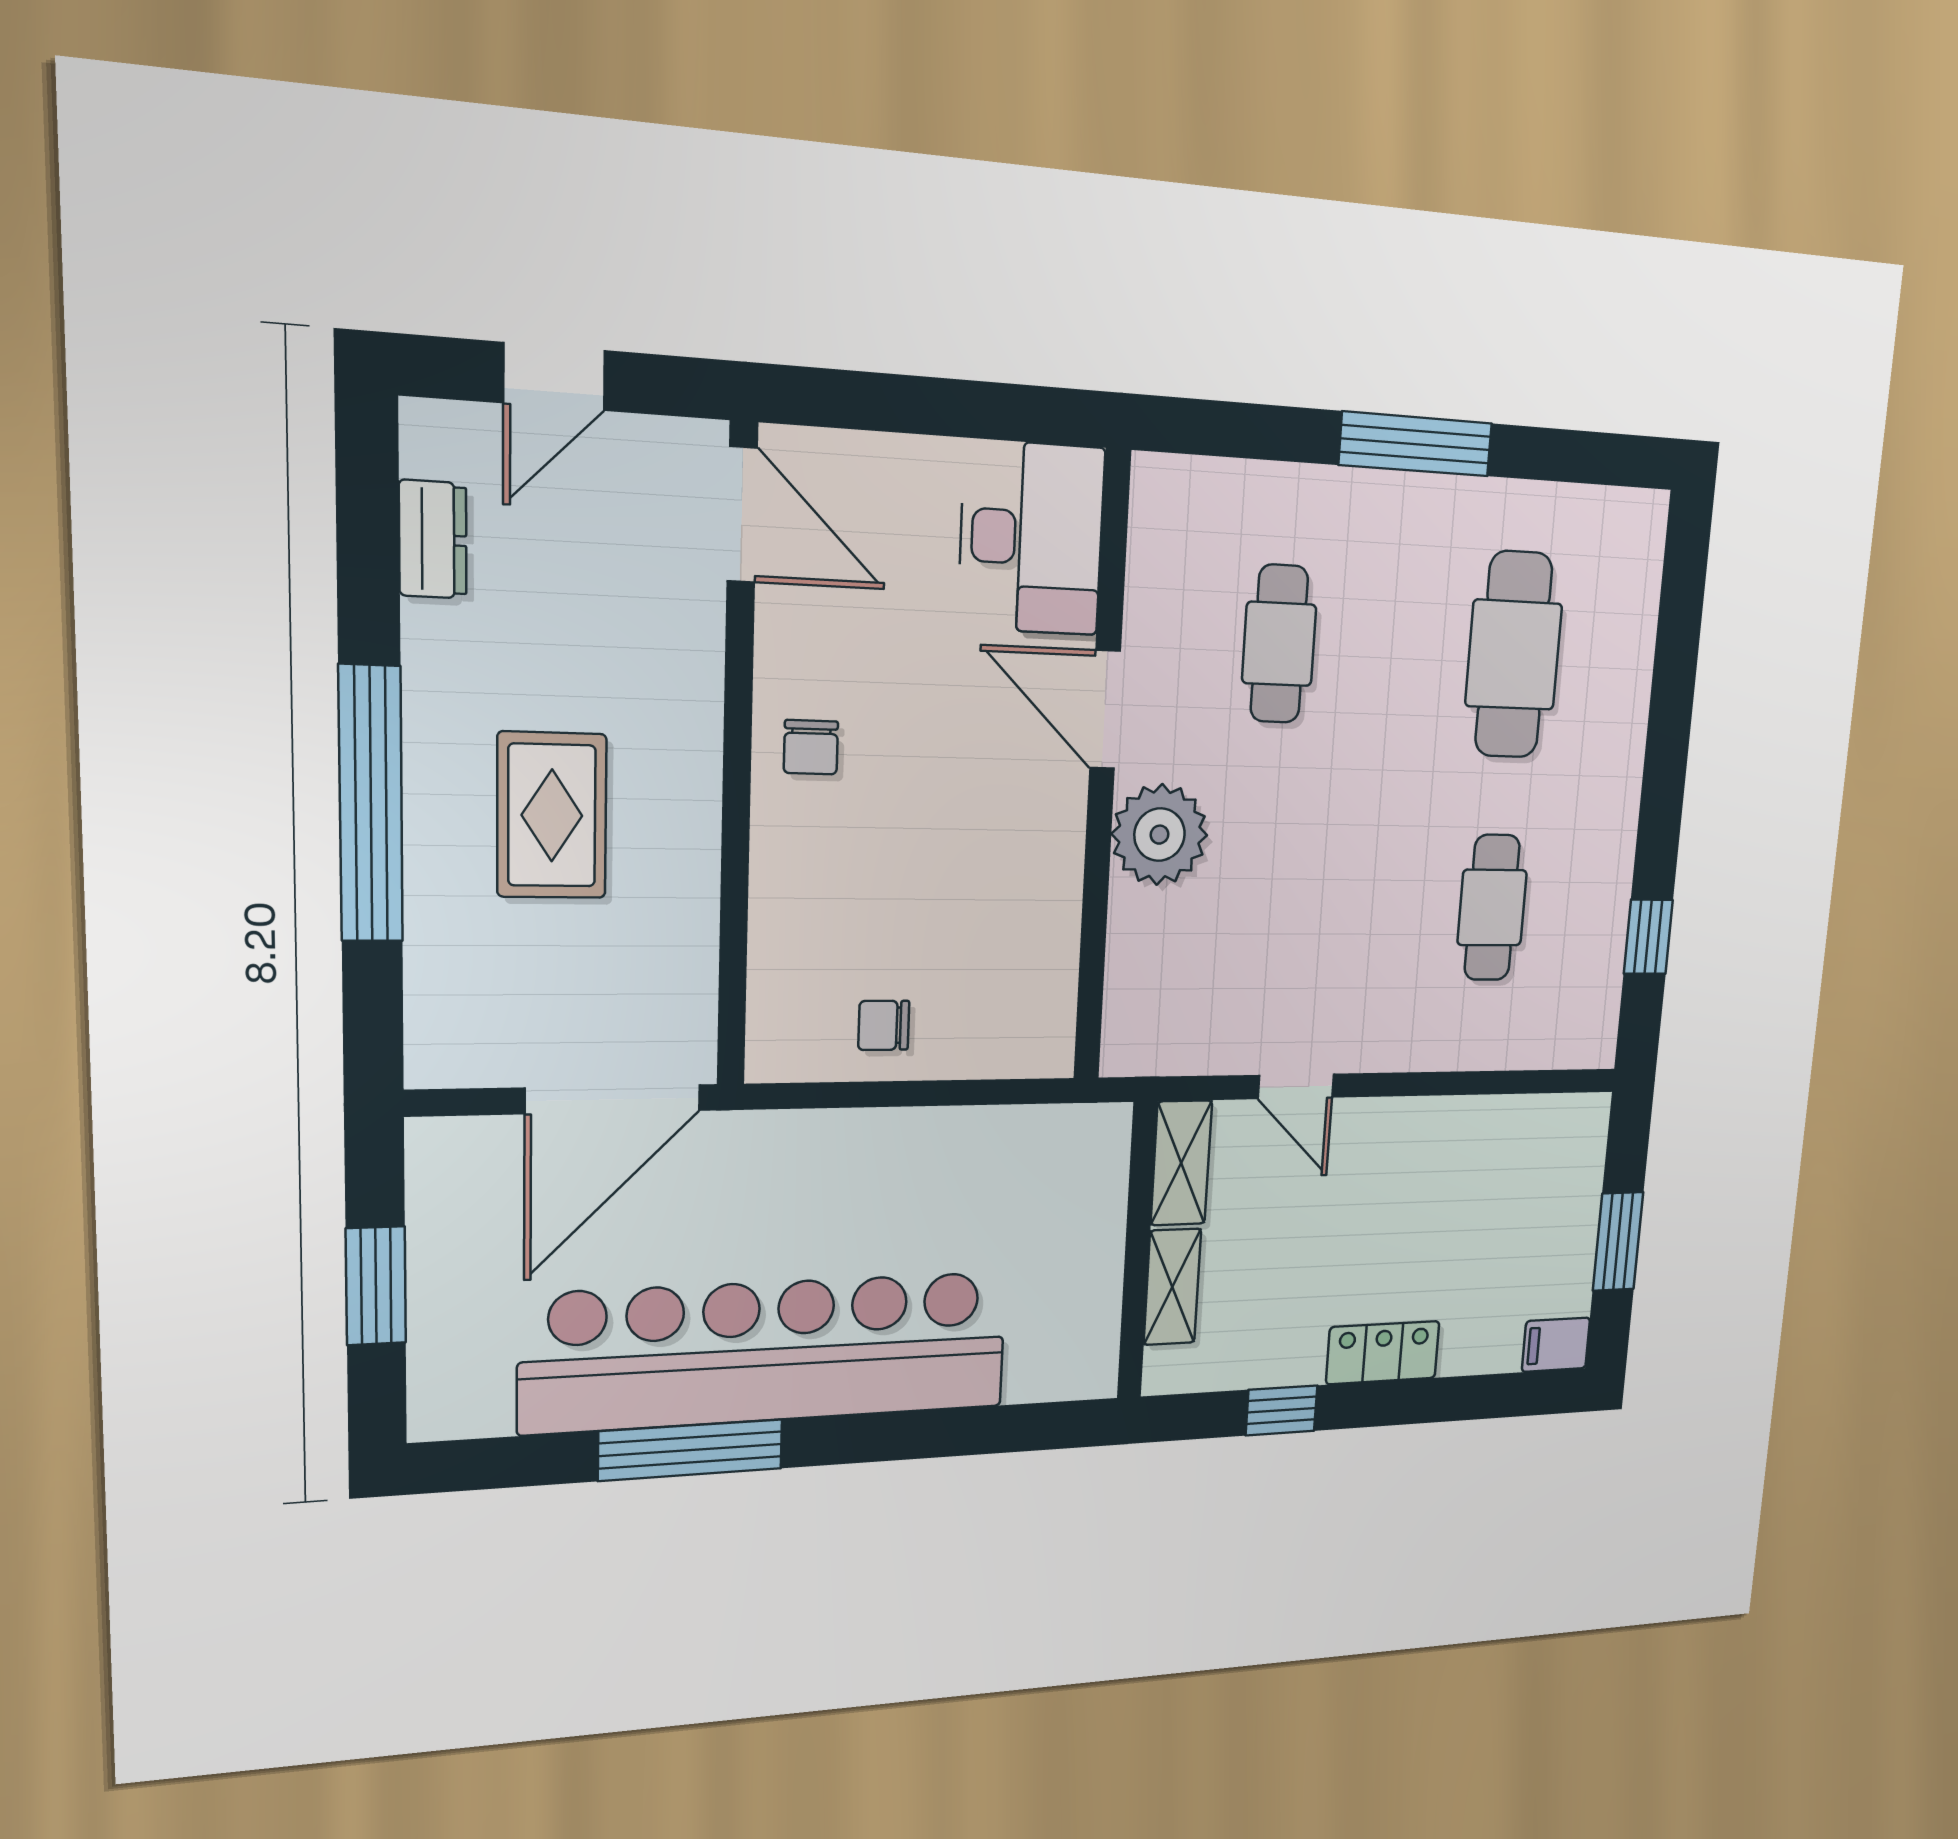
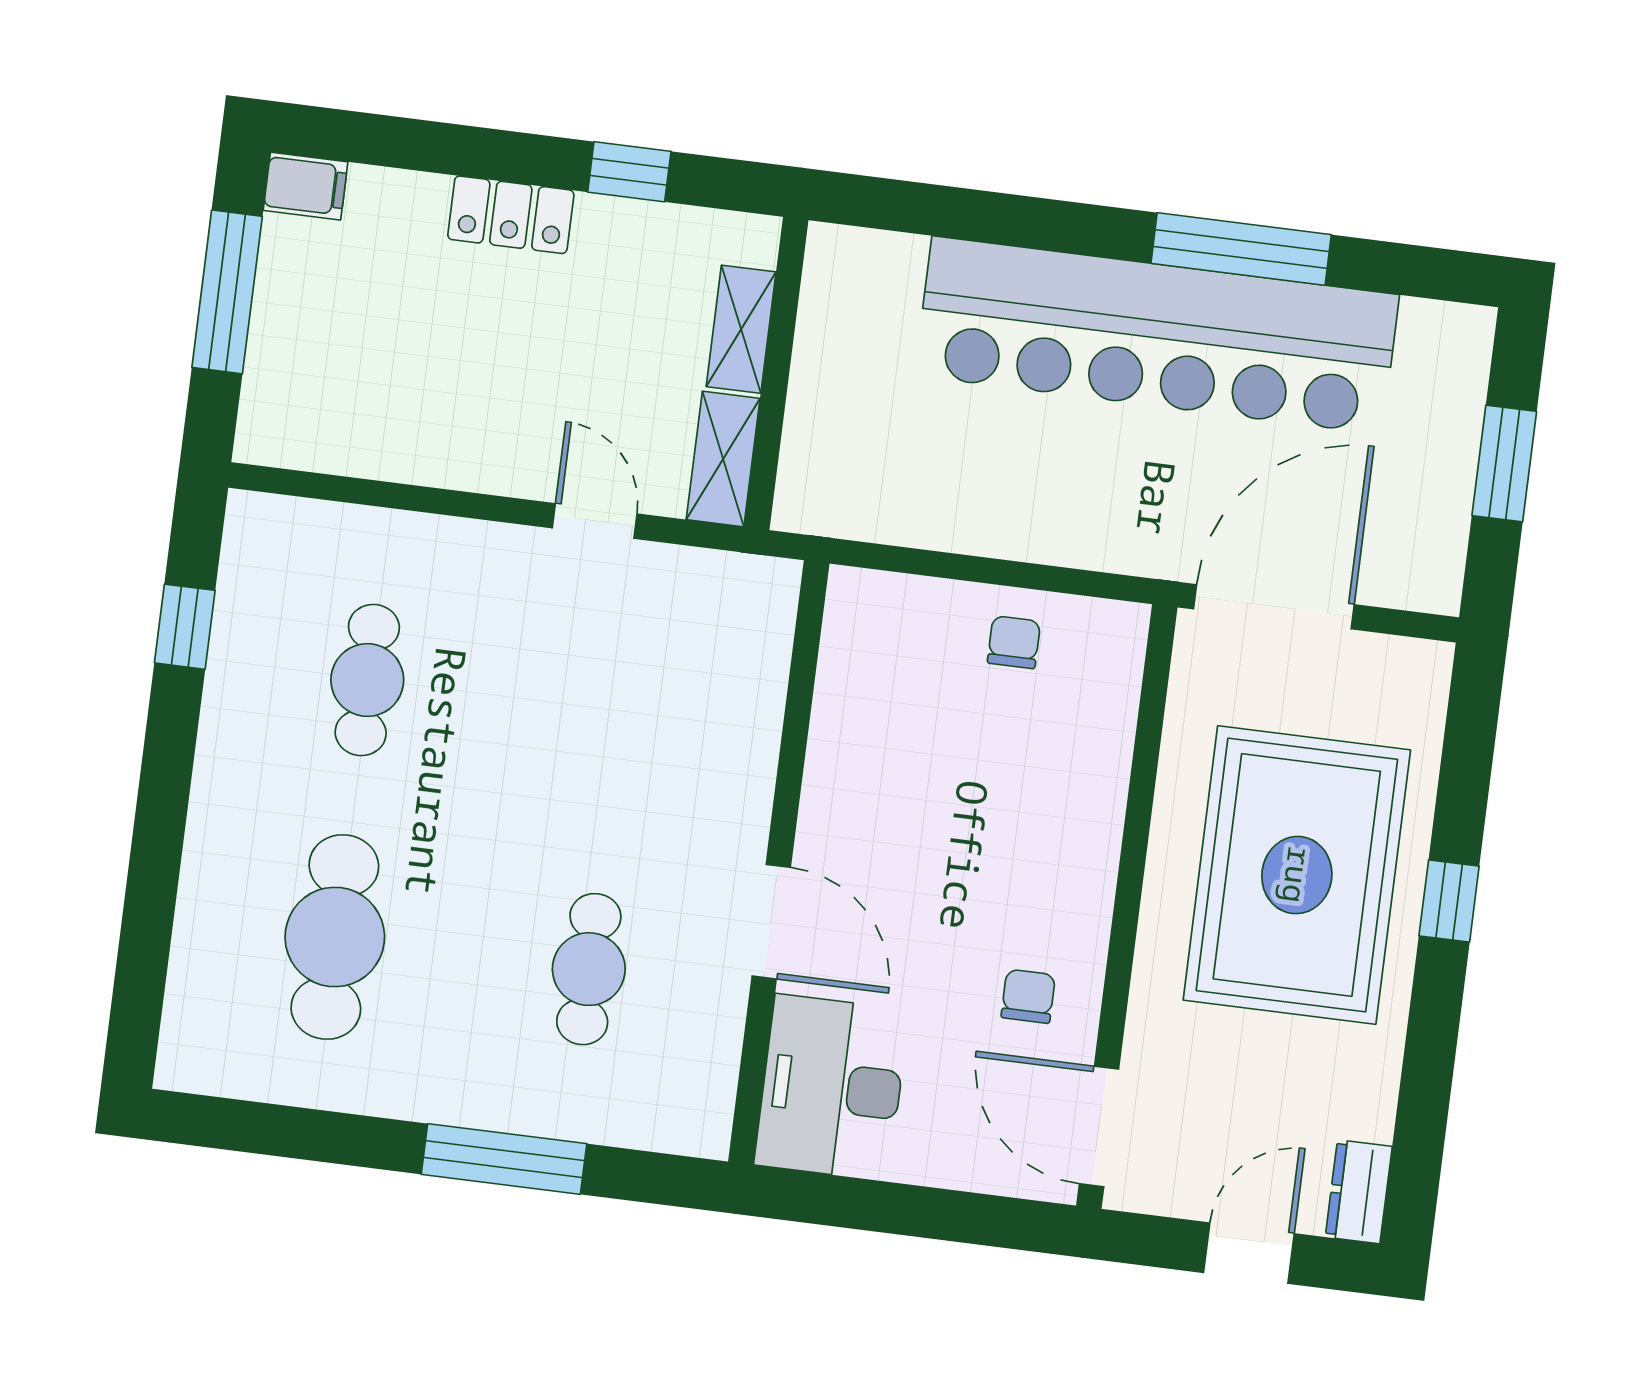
window: (1416, 444) -> (504, 1159), moved
dresser: (433, 539) -> (1359, 1192), moved
chair: (811, 747) -> (1028, 996), moved
window: (371, 804) -> (1449, 901), width x0.32
rug: (552, 815) -> (1297, 875), width x1.86, depth x2.06
plant: (1160, 835) -> (724, 795), removed
chair: (884, 1025) -> (1014, 642), turned -90
window: (1618, 1241) -> (227, 292), width x1.44

